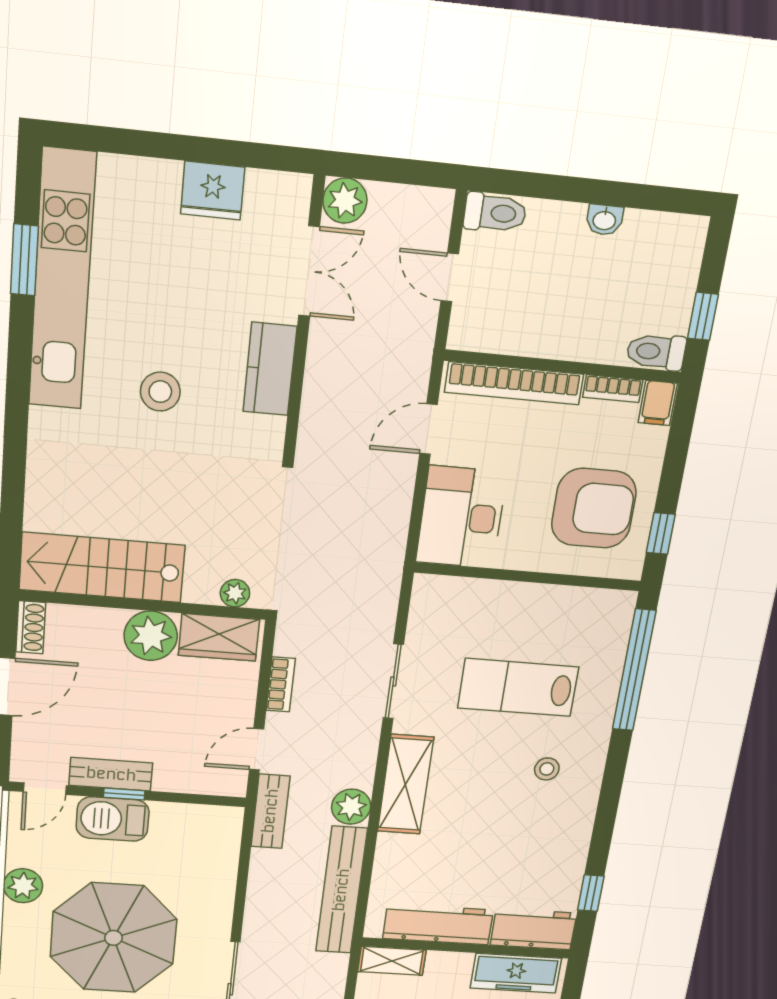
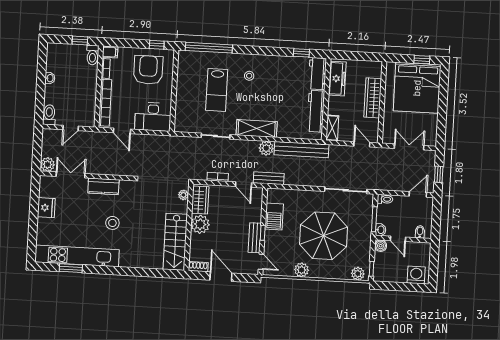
barbecue: (113, 819) -> (274, 216), moved

